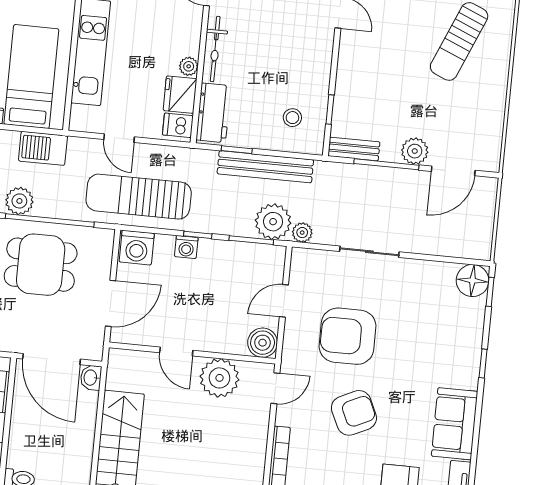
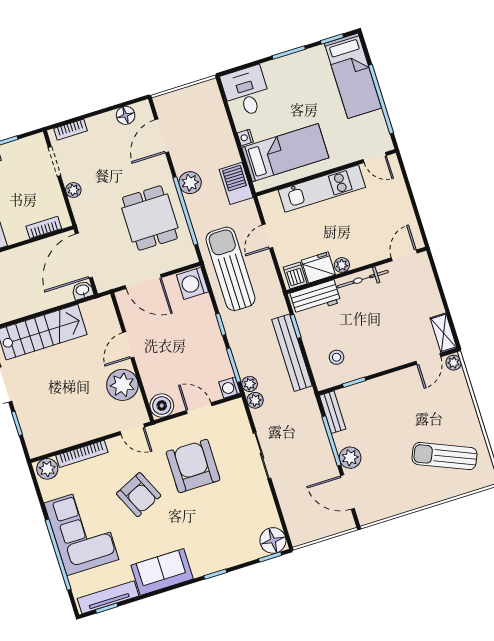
plant: (273, 222) -> (250, 384), width x0.53, depth x0.53
washing machine: (186, 247) -> (230, 388), moved

